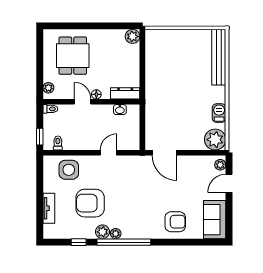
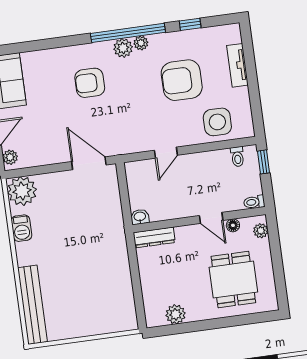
plant: (133, 36) -> (176, 314), moved
floor lamp: (96, 94) -> (233, 225), moved
washbasin: (120, 110) -> (140, 217), moved
armchair: (90, 203) -> (182, 80), turned 180
armchair: (175, 222) -> (90, 83), moved
plant: (102, 232) -> (123, 48), moved

